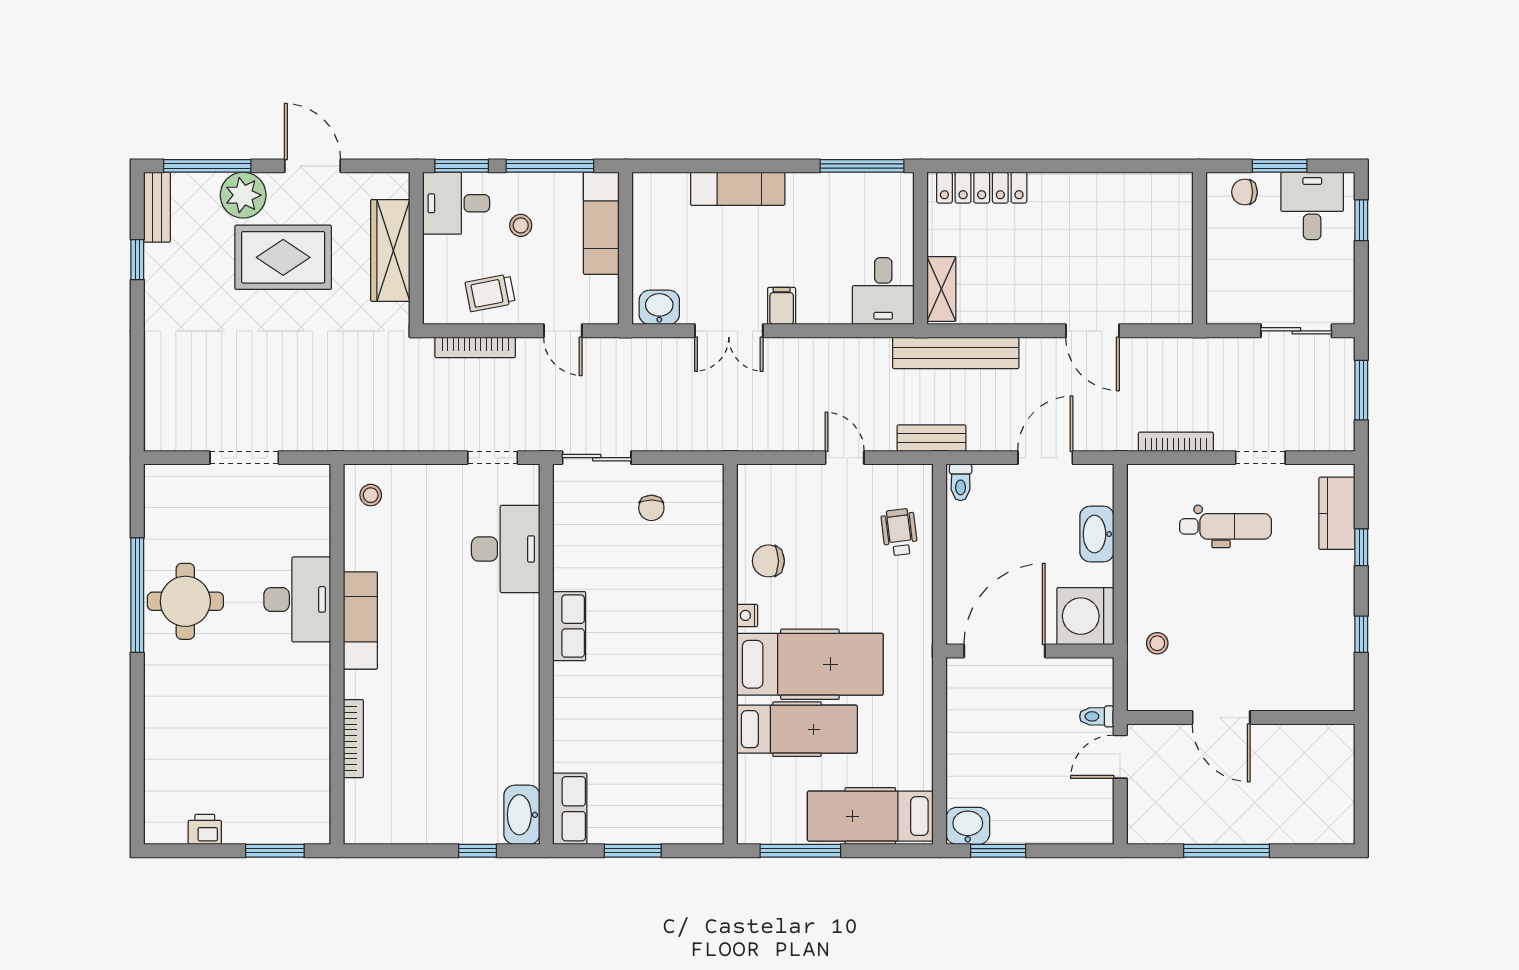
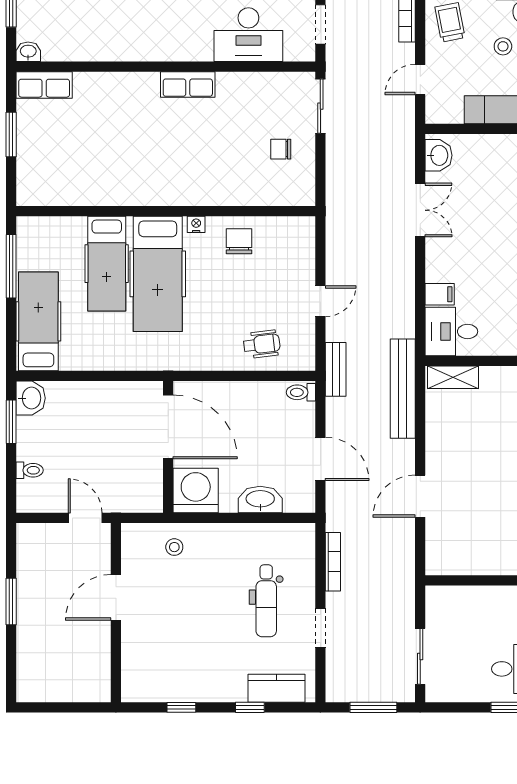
filing cabinet: (782, 306) -> (440, 294), moved
double door: (729, 331) -> (420, 210), swing flipped
toilet: (1097, 716) -> (30, 470), moved, turned 90
washbasin: (522, 815) -> (28, 52), width x0.52, depth x0.69
window: (1227, 851) -> (11, 602), width x0.69

